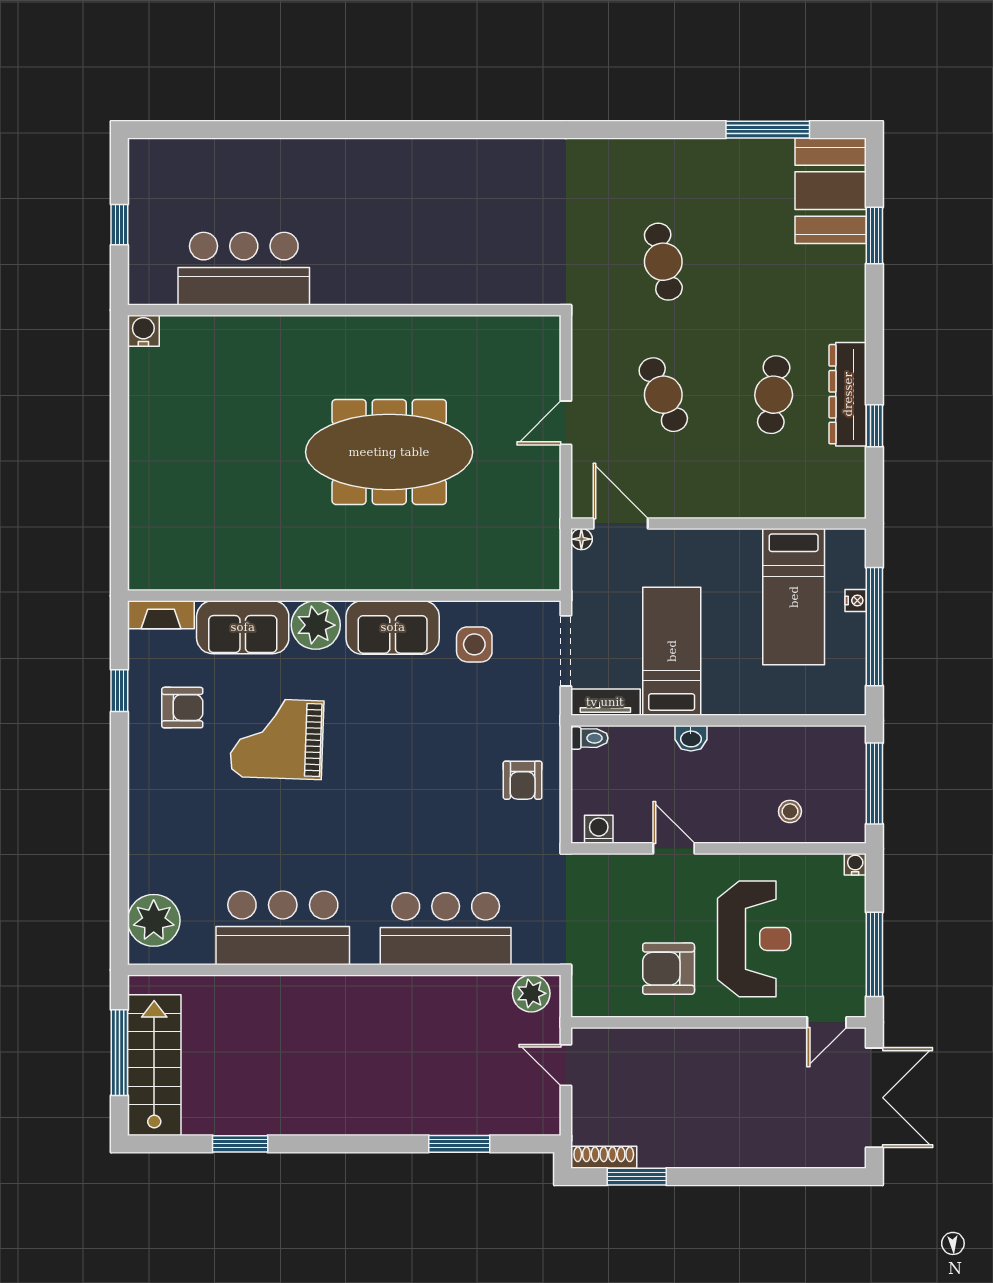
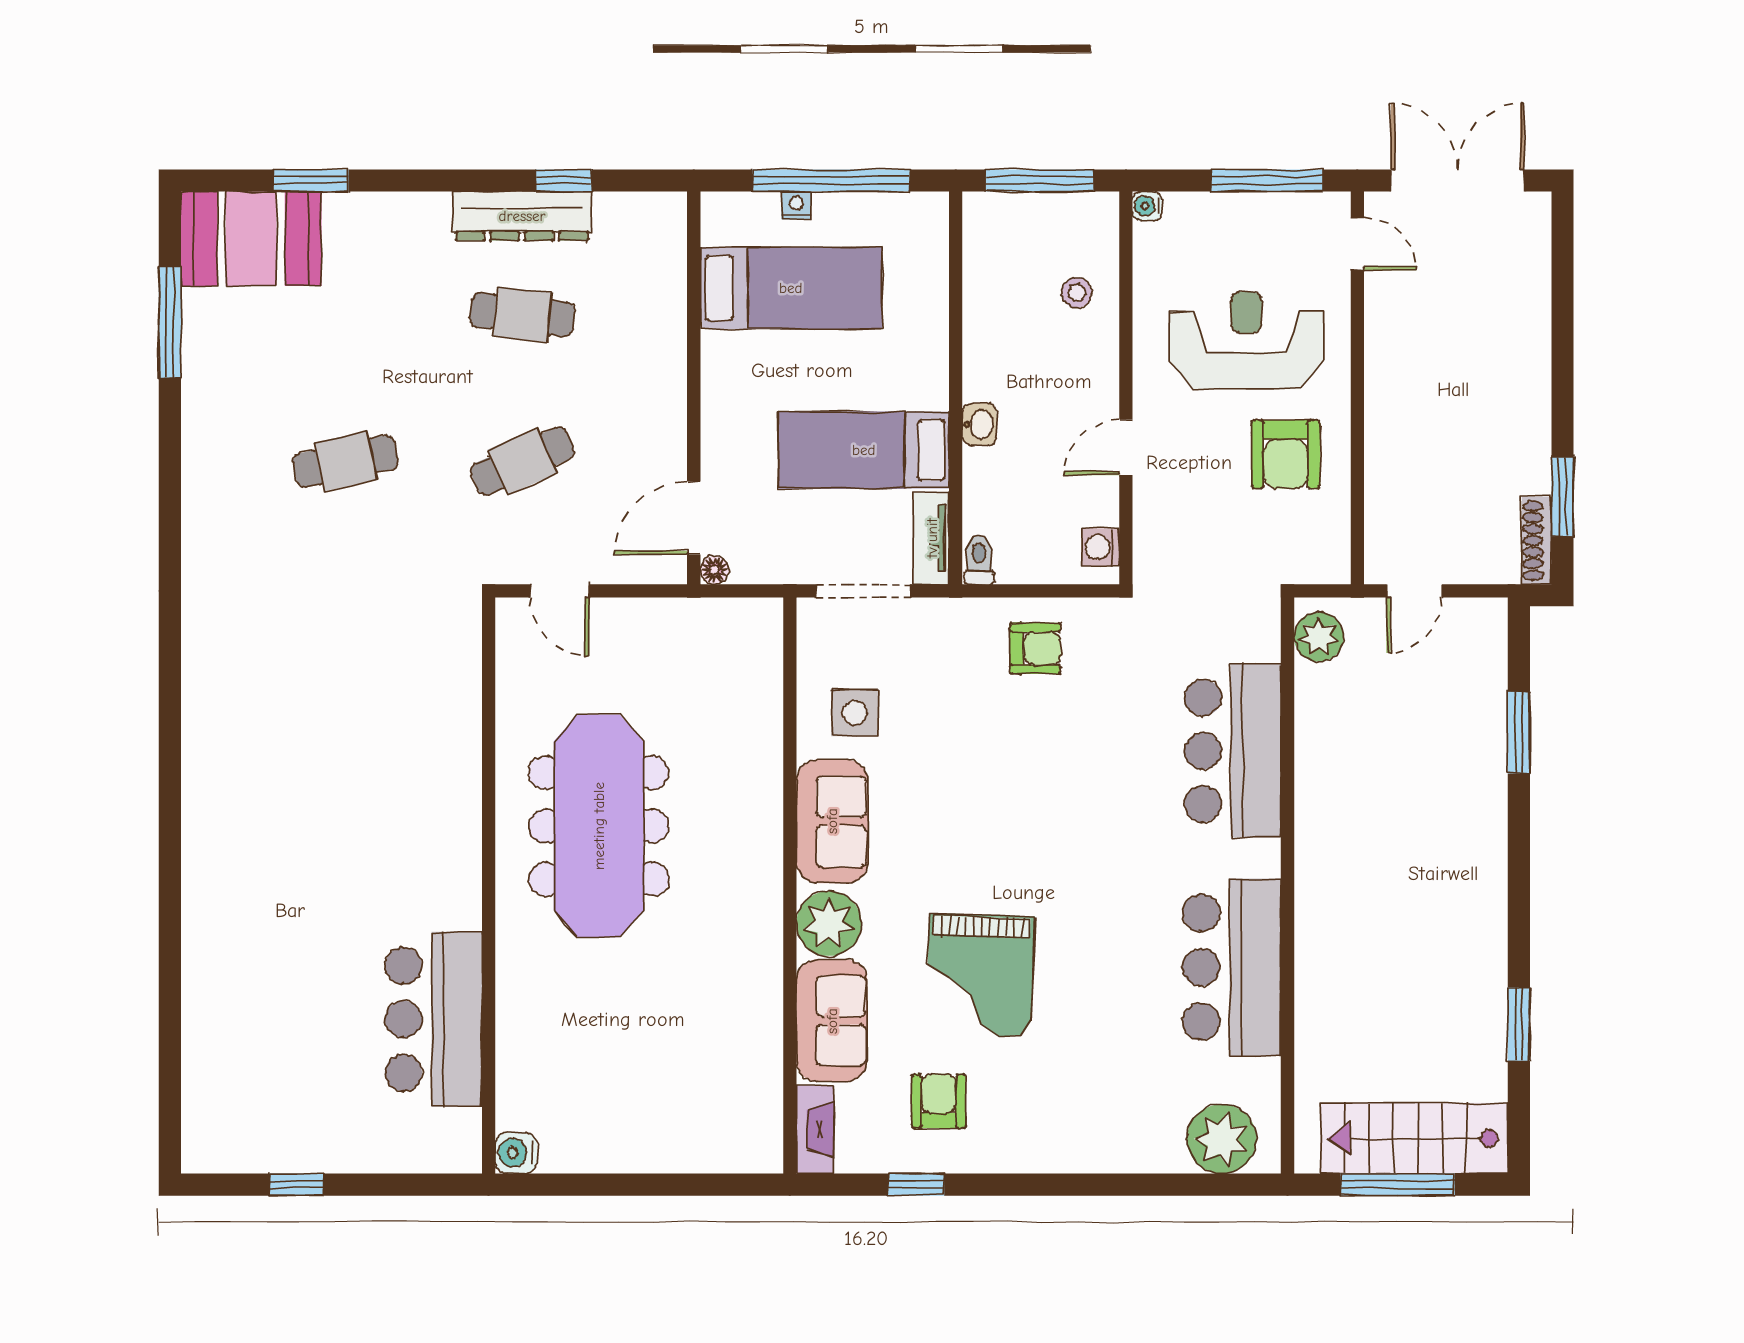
bar counter: (244, 269) -> (434, 1019), moved
wall: (344, 310) -> (489, 886), moved
water cooler: (143, 331) -> (516, 1153), moved

